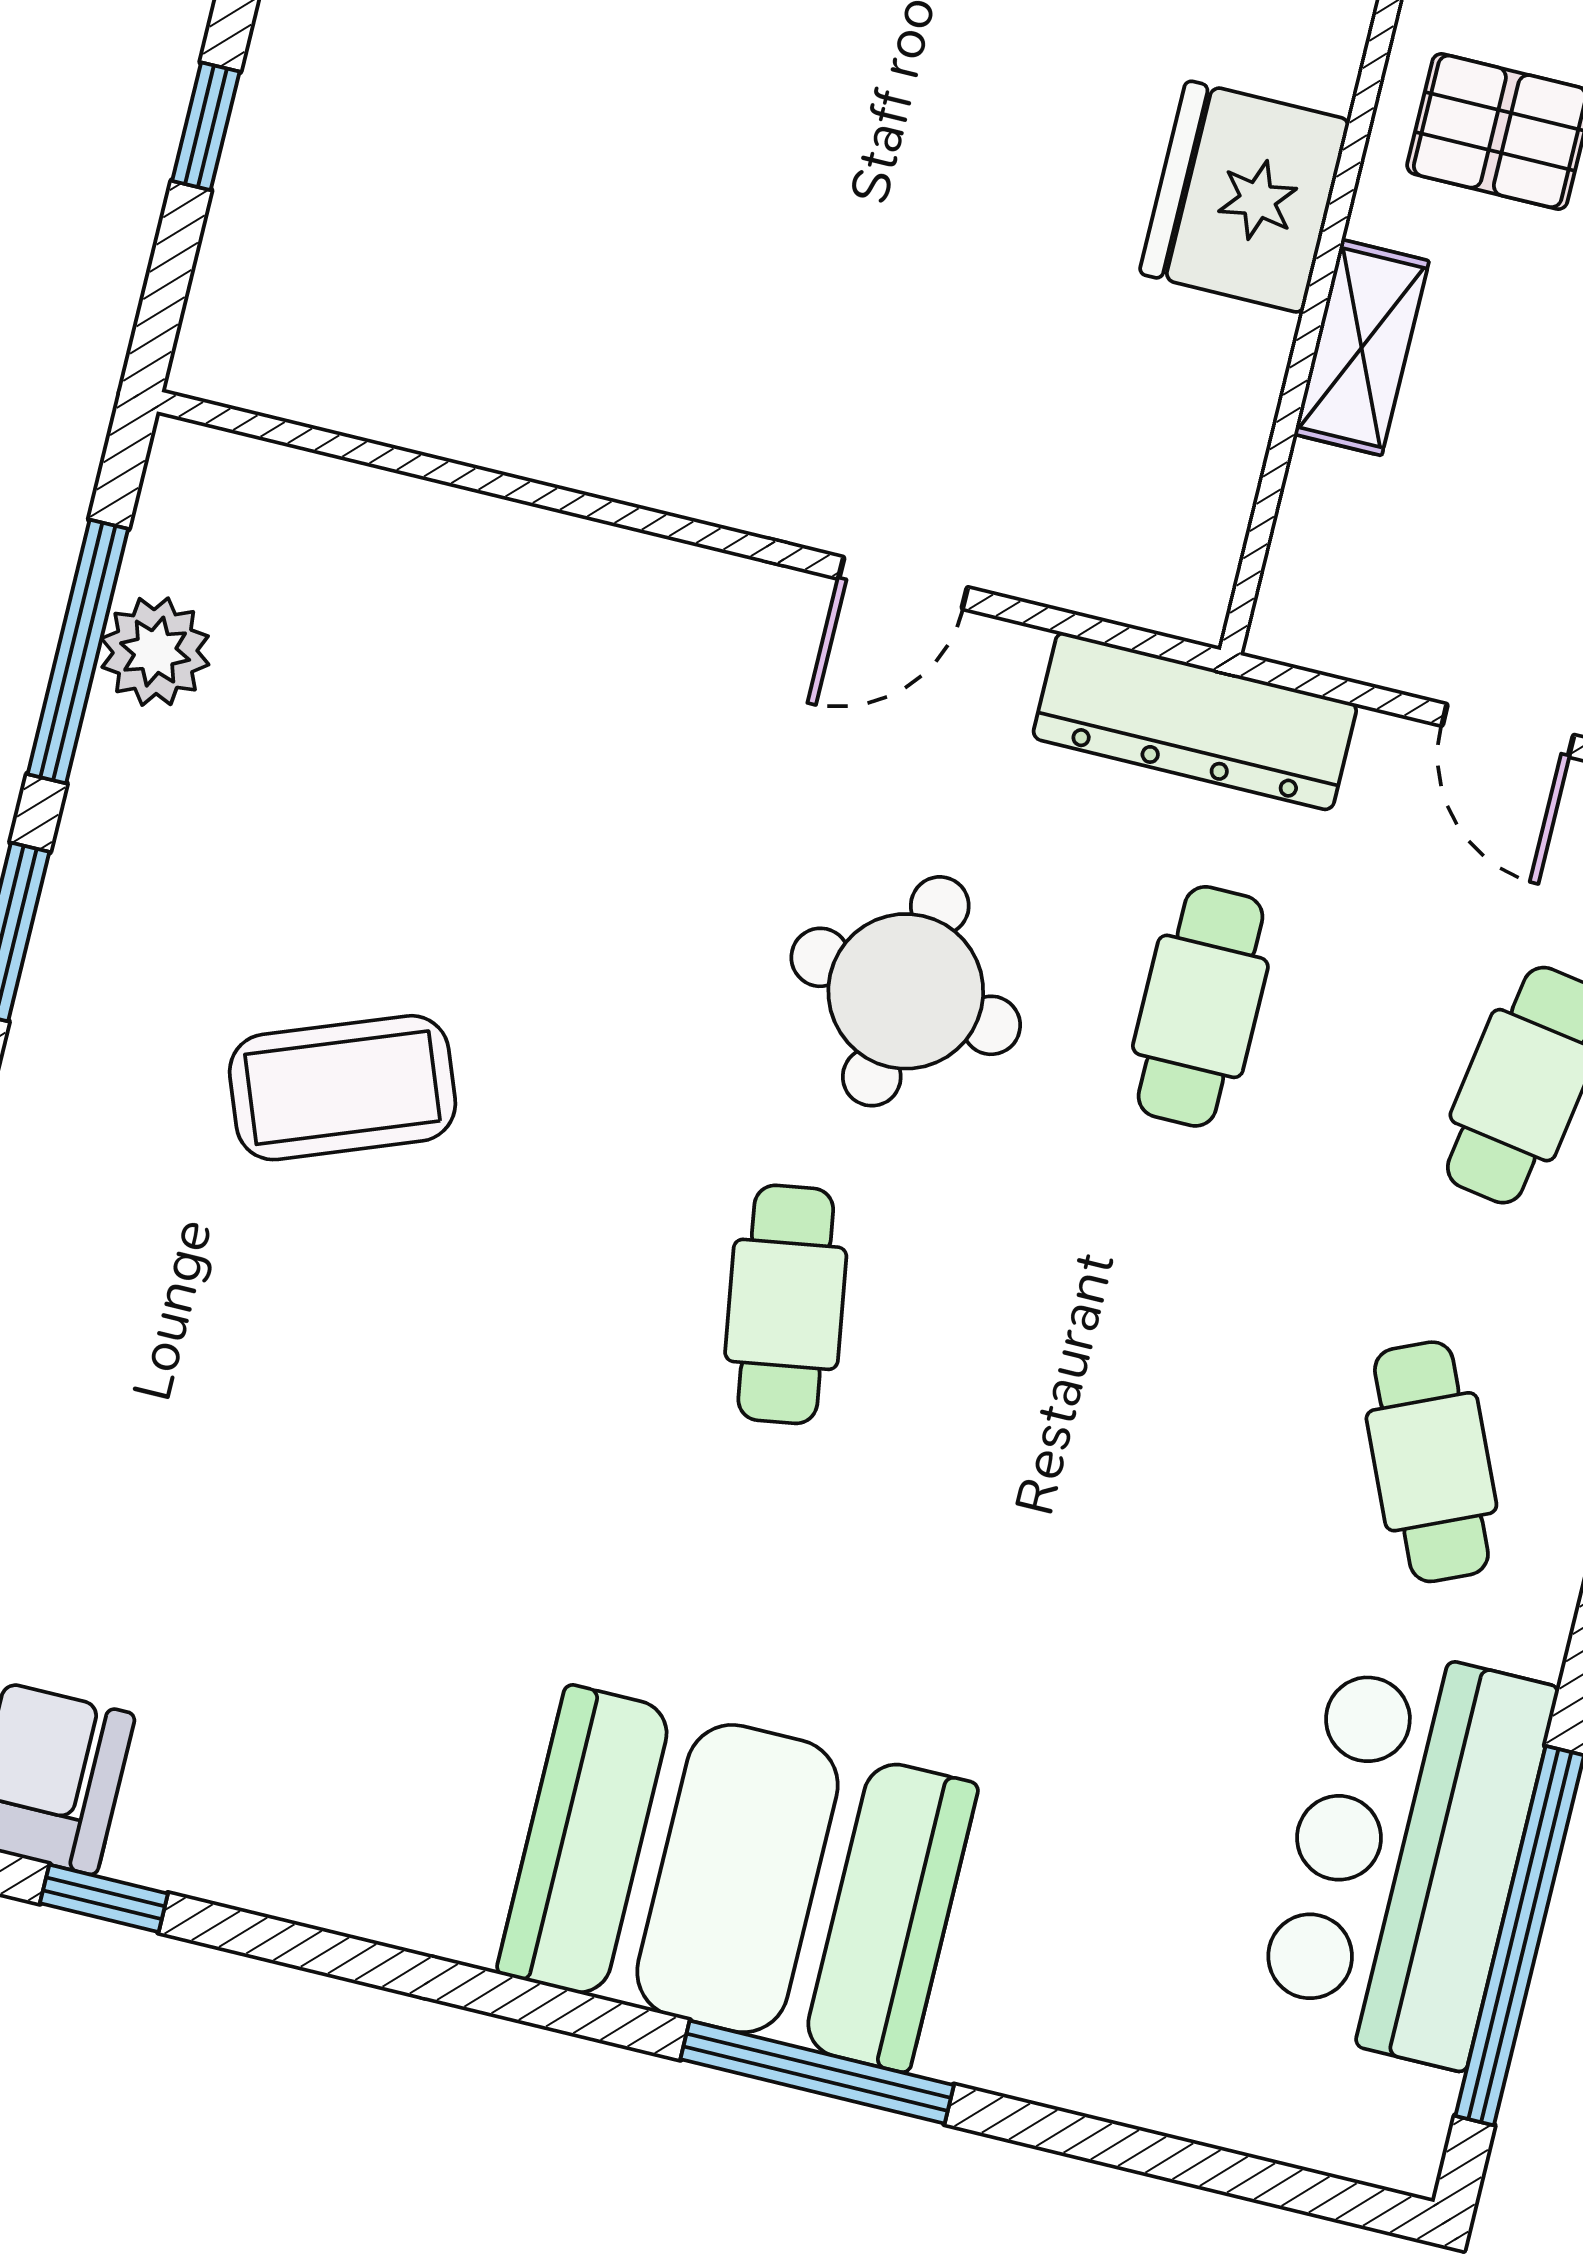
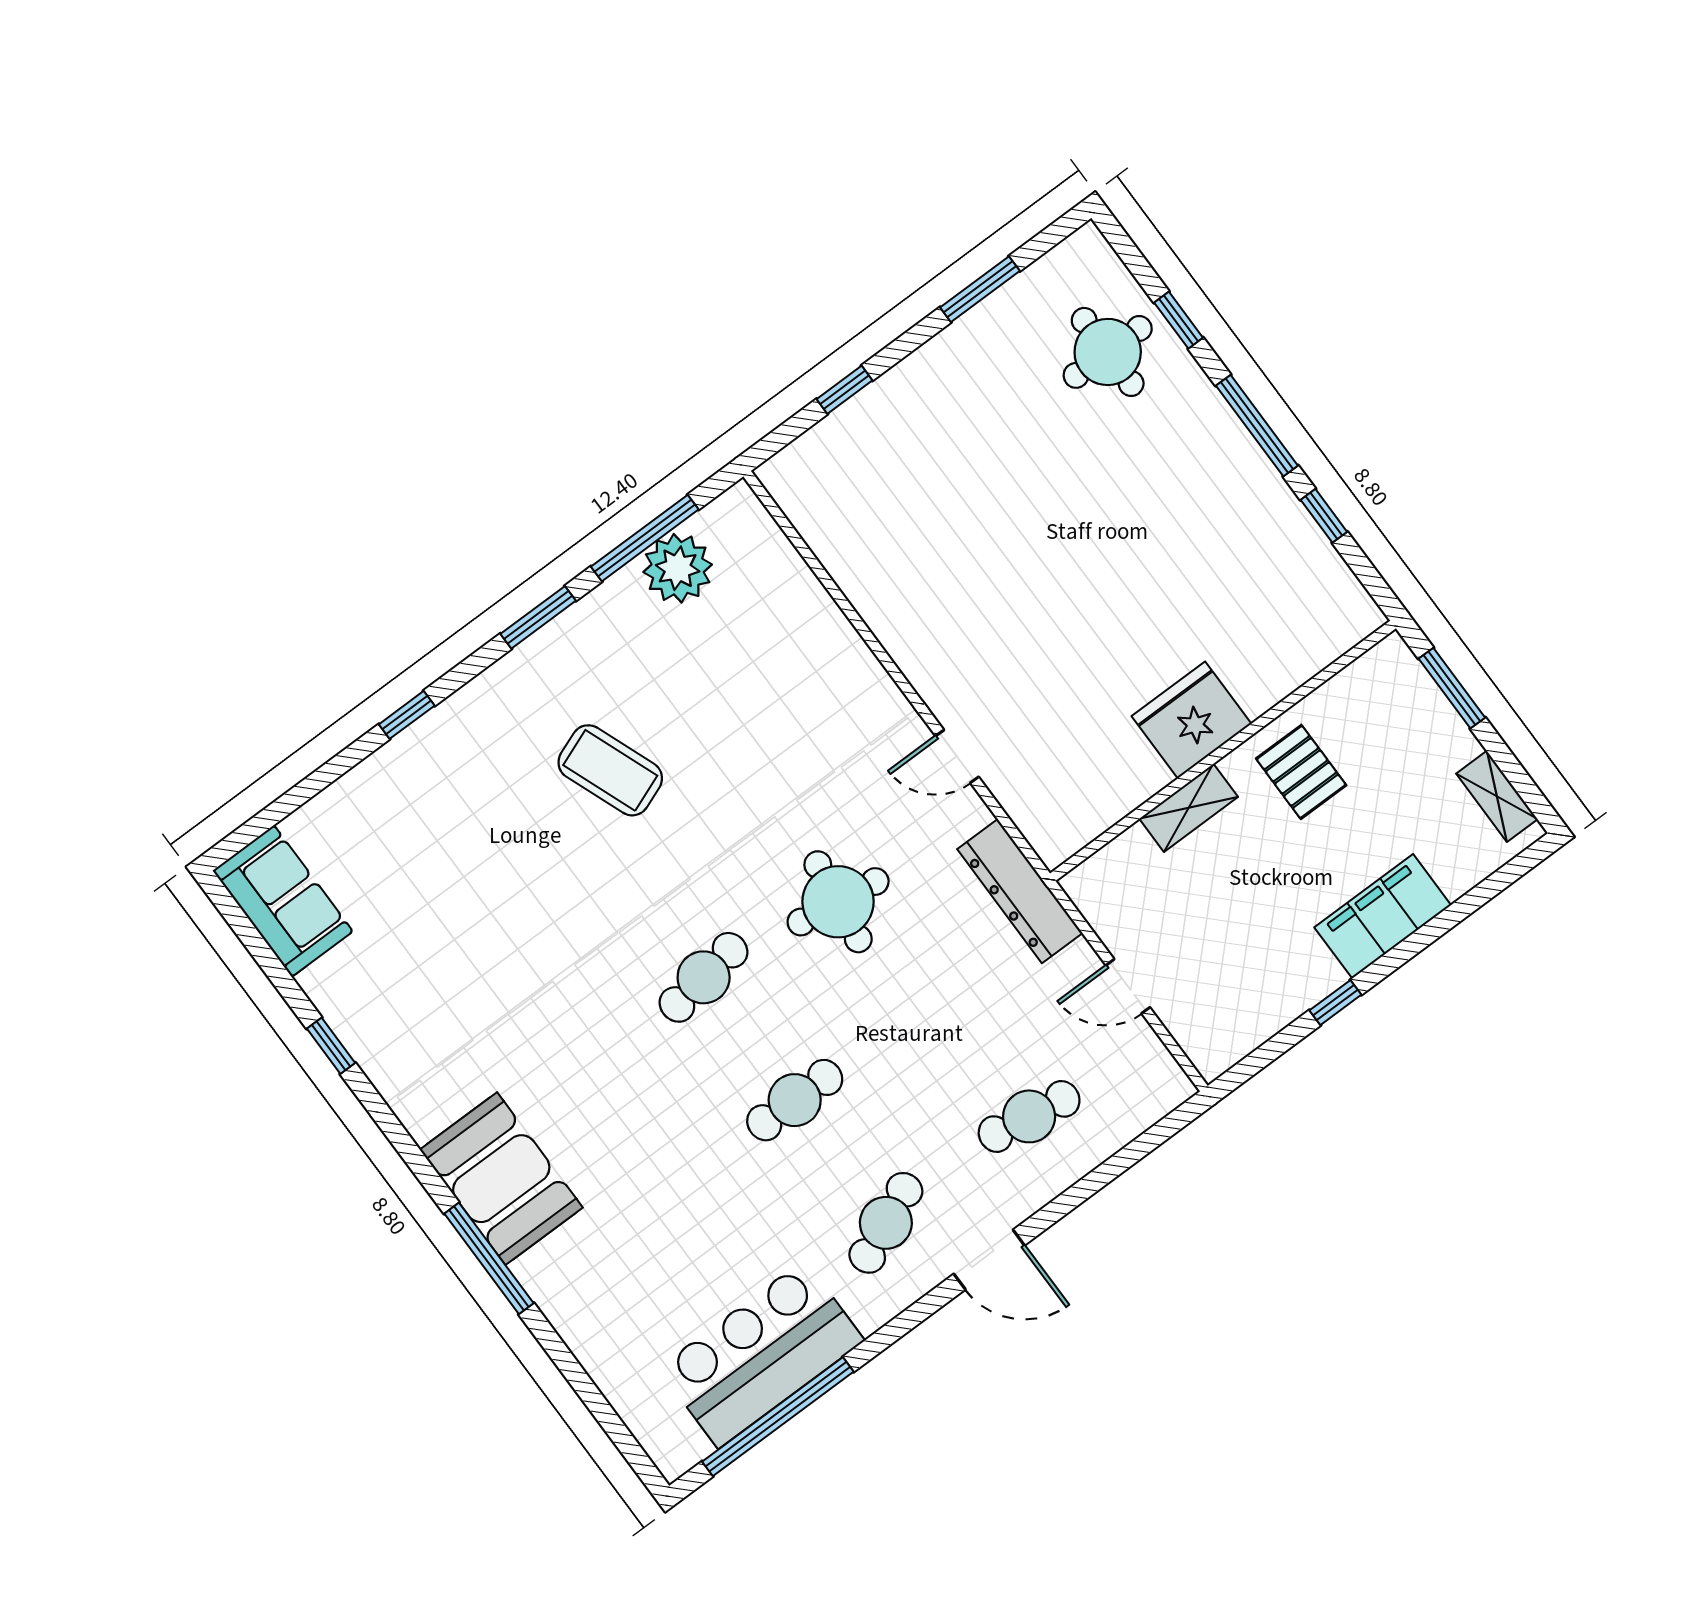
plant: (155, 652) -> (678, 568), width x1.36, depth x1.36
door: (1508, 730) -> (1128, 986), hinge flipped
cafe table: (1200, 1006) -> (795, 1100), moved
booth: (737, 1879) -> (501, 1179), width x0.73, depth x0.70
window: (104, 1898) -> (331, 1046), moved

